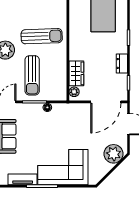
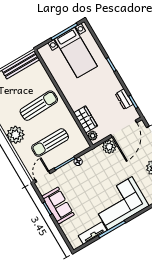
dresser: (122, 63) -> (124, 99), moved
sun lounger: (32, 75) -> (50, 143), turned 90
plant: (83, 110) -> (109, 147), added

